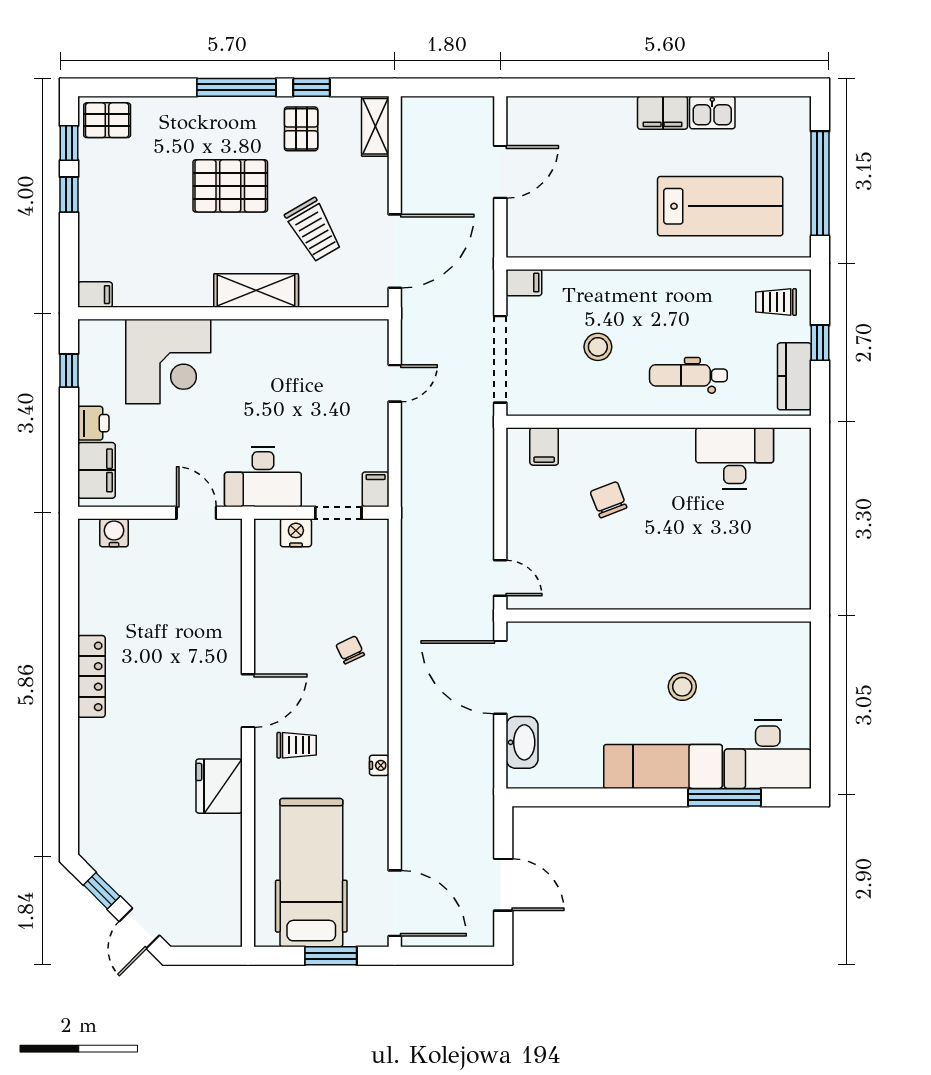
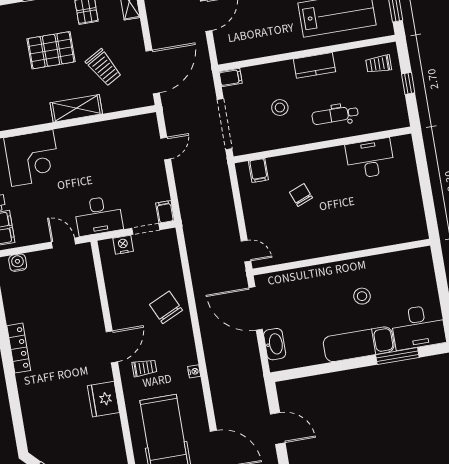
kitchen counter: (794, 376) -> (314, 65), moved, turned -90
chair: (350, 650) -> (166, 307), width x1.87, depth x1.87

